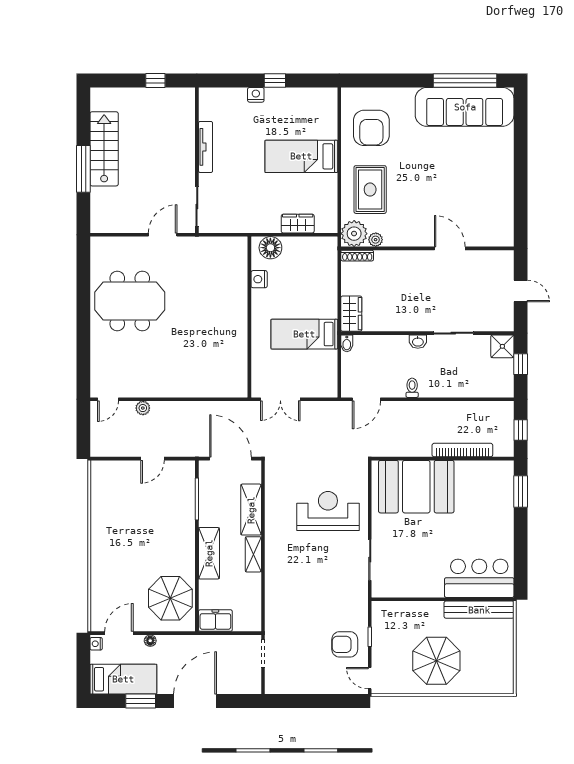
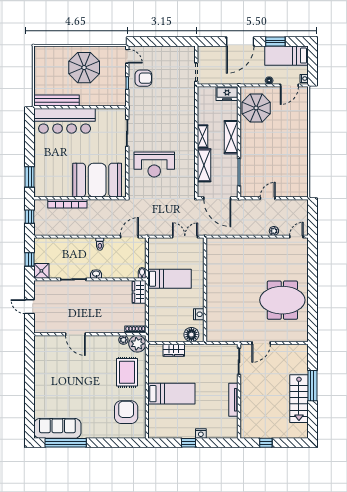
sofa: (465, 107) -> (57, 428), width x0.74, depth x0.79
bar counter: (479, 578) -> (65, 121), width x1.36

